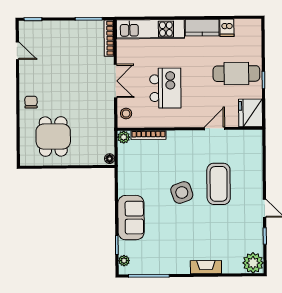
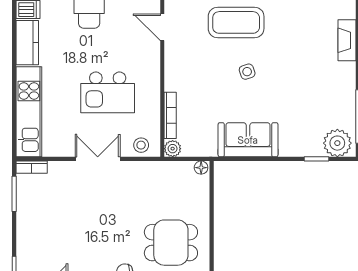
bookcase: (109, 38) -> (32, 167), width x0.64
kitchen island: (165, 88) -> (108, 92), turned 180
side table: (182, 192) -> (247, 72), width x0.54, depth x0.54
sofa: (131, 218) -> (248, 140), moved
plant: (124, 261) -> (337, 143), width x1.87, depth x1.87

